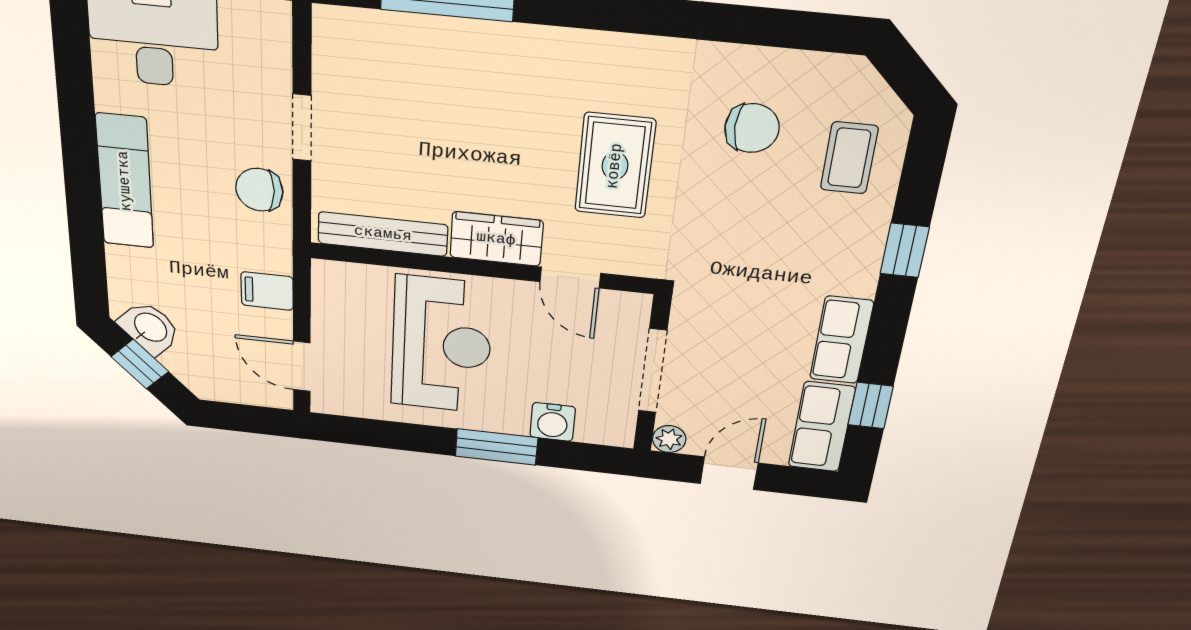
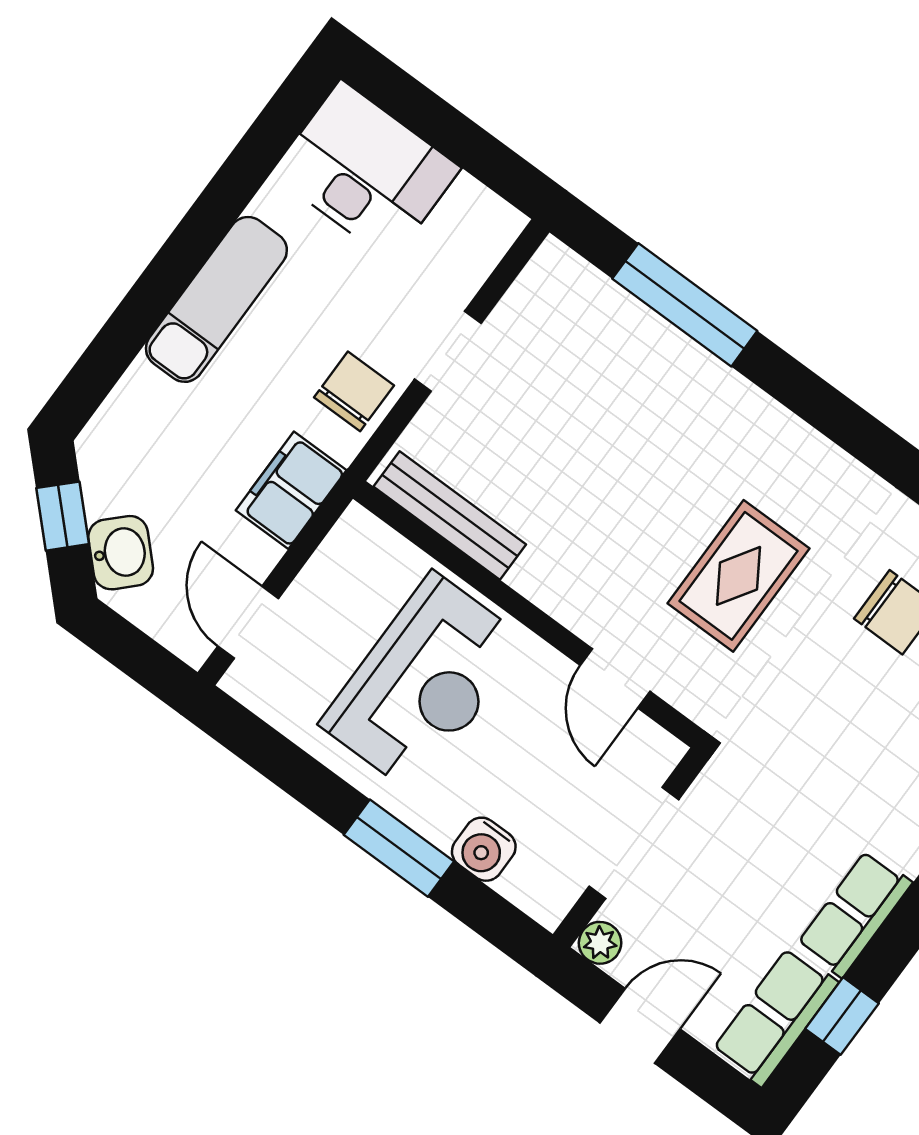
chair: (259, 190) -> (354, 391), turned 90
wardrobe: (496, 239) -> (566, 589), removed
filing cabinet: (267, 291) -> (291, 490), width x2.00
washbasin: (150, 328) -> (121, 553), moved

